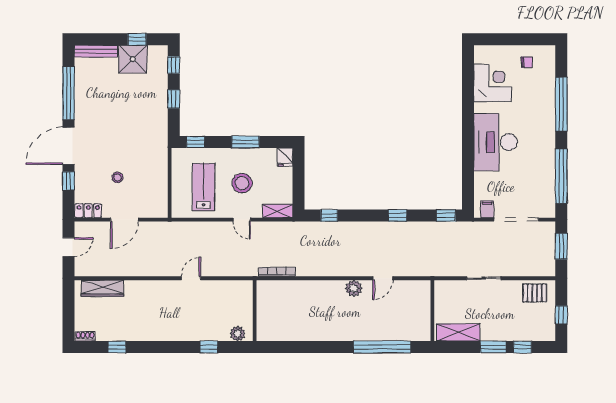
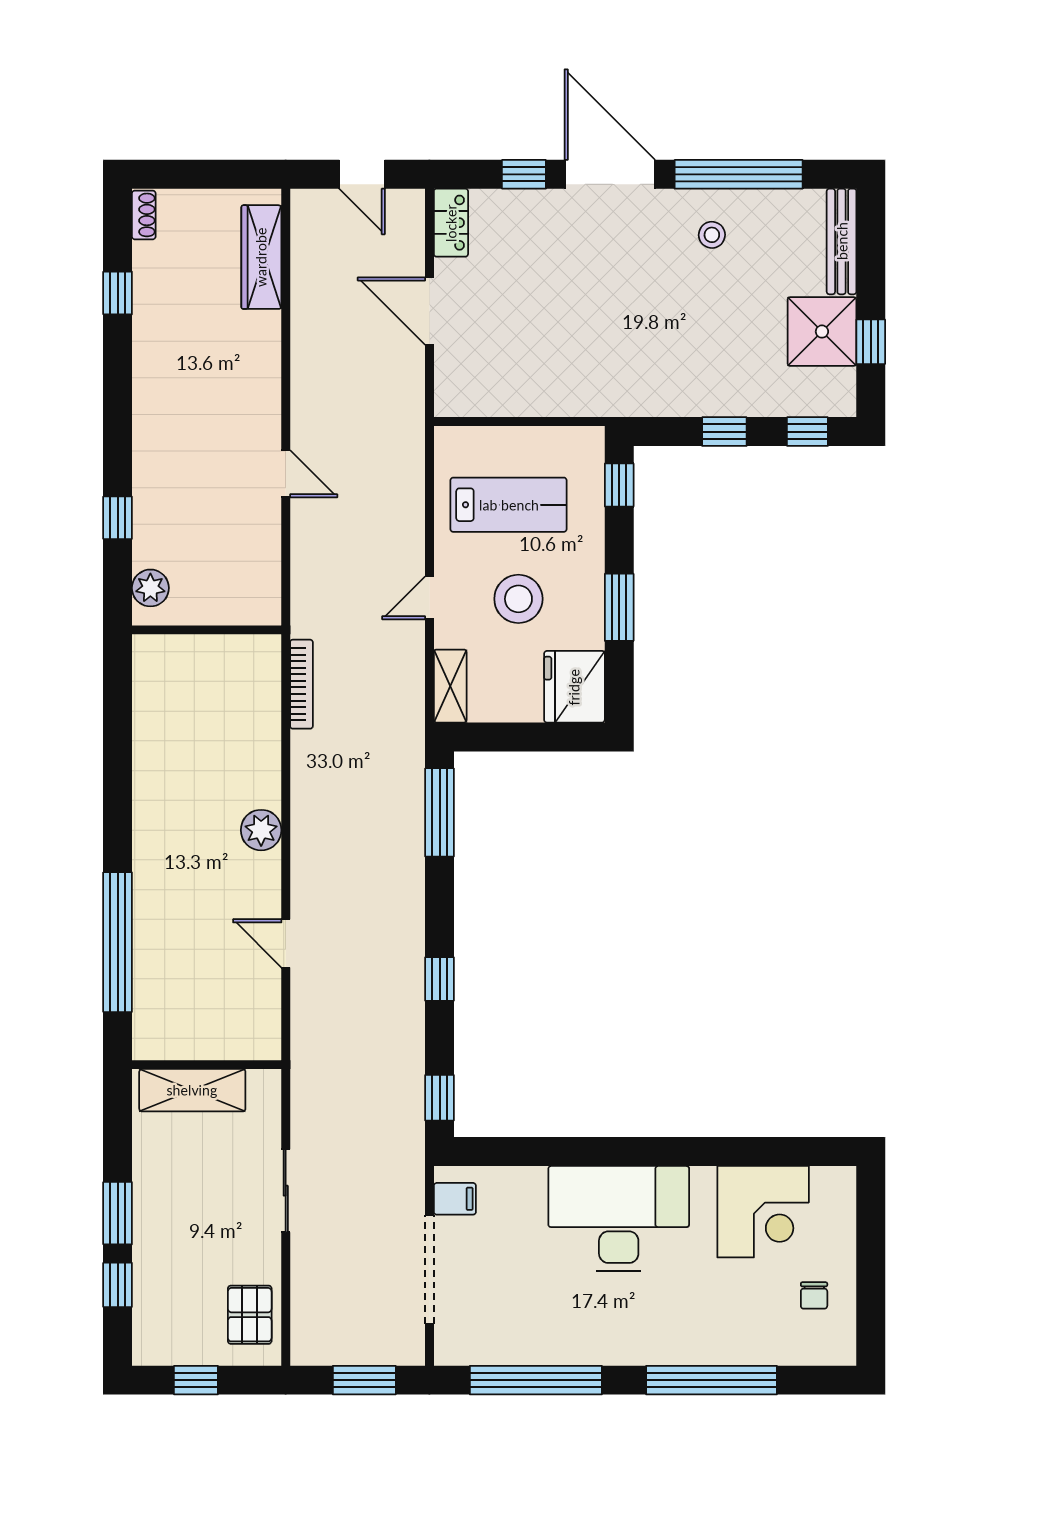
fridge: (285, 157) -> (574, 687), width x1.88, depth x1.34
stool: (117, 177) -> (712, 235), moved
window: (329, 215) -> (440, 812), width x2.17
plant: (354, 288) -> (261, 830), moved
shelving: (458, 332) -> (192, 1090), moved, turned 90

